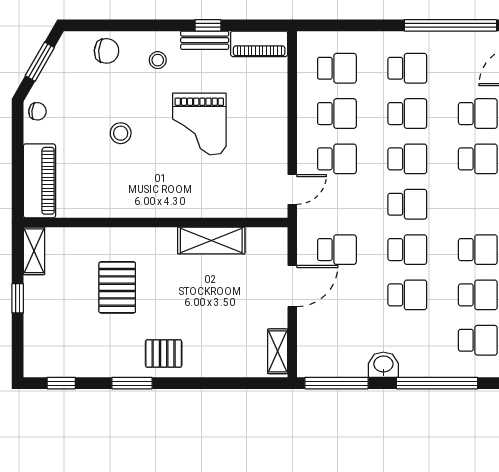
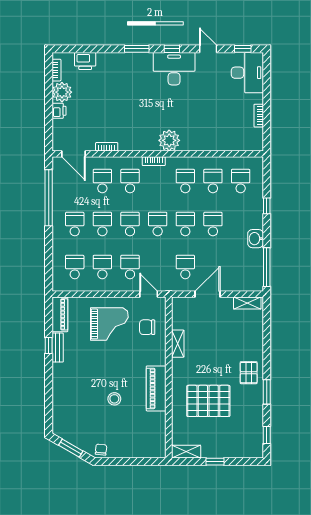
chair: (107, 51) -> (147, 327), moved, turned -94
stool: (158, 60) -> (70, 376), removed
grand piano: (199, 124) -> (109, 324), moved
piano: (39, 181) -> (156, 388), moved, turned -90
shelving: (211, 240) -> (178, 344), width x0.67, depth x0.75
door: (292, 286) -> (208, 294), hinge flipped
pallet: (117, 287) -> (208, 401), width x1.37, depth x1.41
window: (437, 383) -> (267, 206), width x0.32

